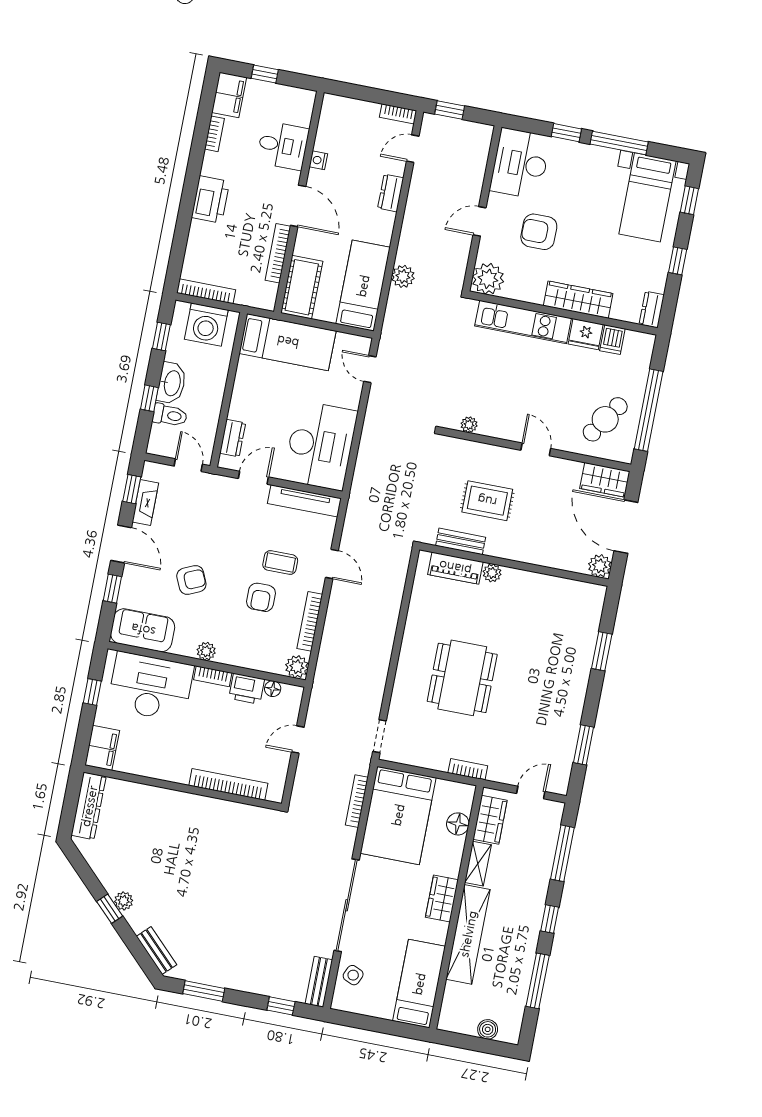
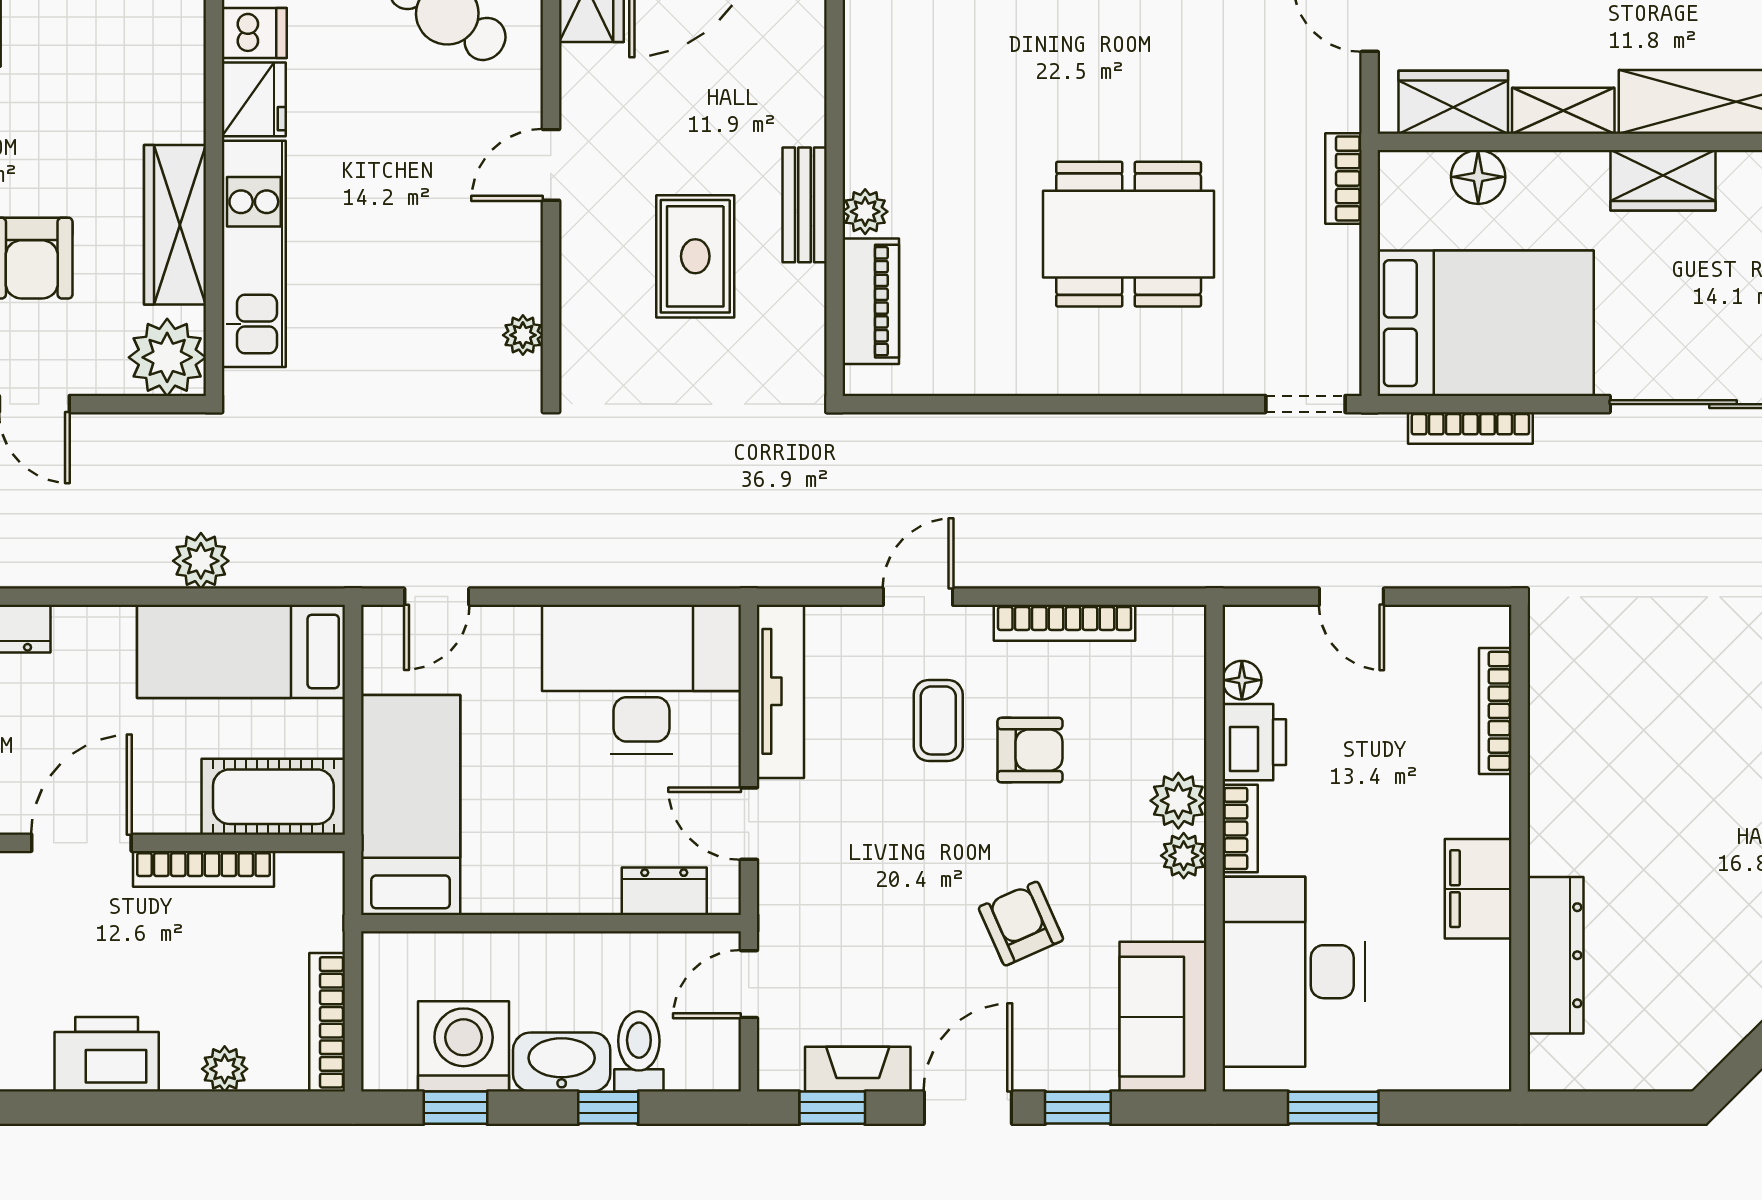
plant: (195, 246) -> (225, 1069), added
wardrobe: (578, 300) -> (175, 225), moved
washing machine: (206, 325) -> (464, 1046), moved, turned -90
bench: (461, 541) -> (805, 205), moved
plant: (297, 667) -> (1178, 801), moved
window: (92, 692) -> (1333, 1108), width x1.50
filing cabinet: (102, 748) -> (1478, 889), moved, turned -90
bookcase: (228, 784) -> (1495, 711), width x0.68, depth x0.76
dresser: (89, 806) -> (1555, 955), moved, turned 90

